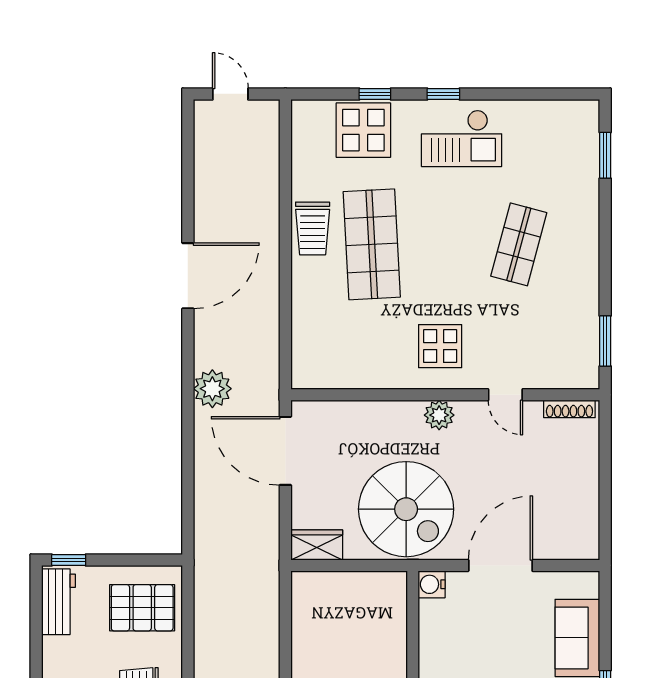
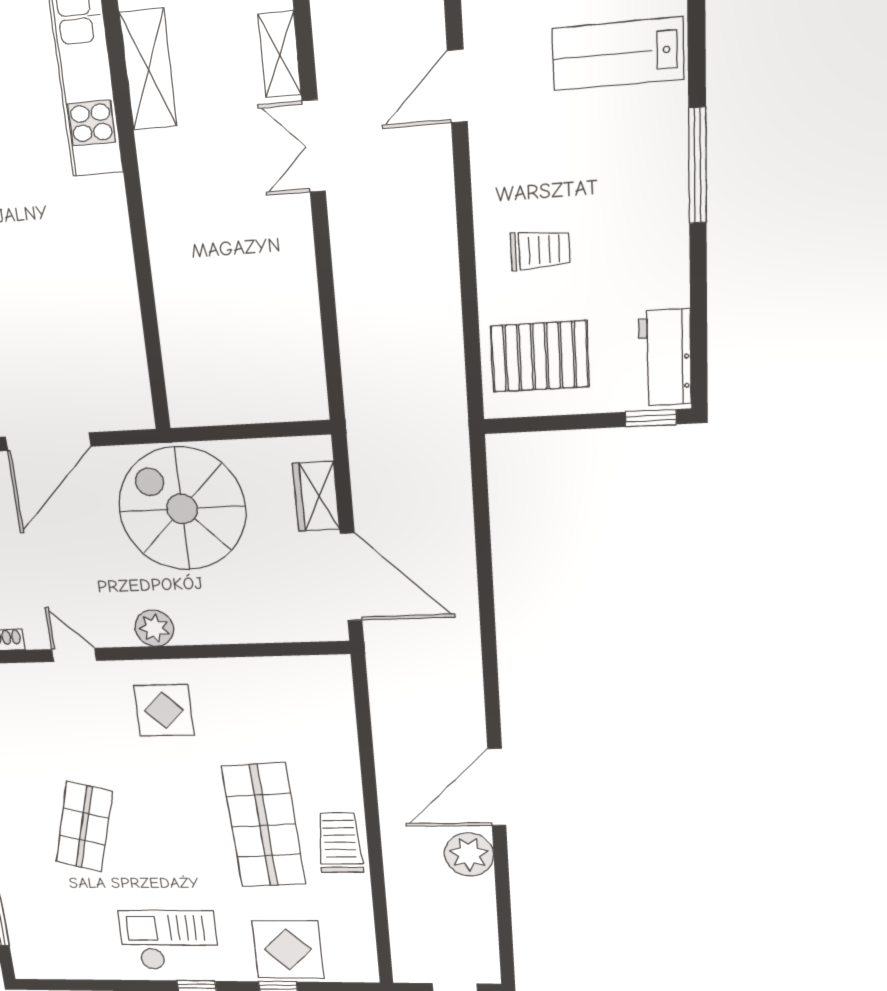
plant: (212, 389) -> (469, 854), moved
wardrobe: (317, 545) -> (316, 496), moved, turned 90
water cooler: (432, 584) -> (136, 412), removed

